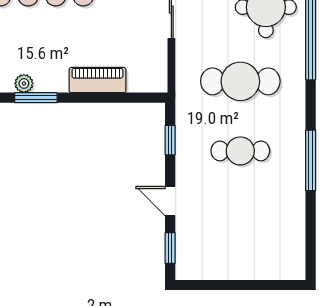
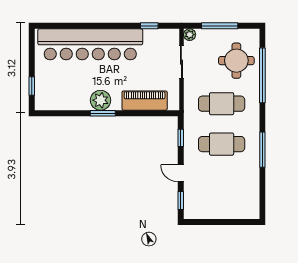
piano: (98, 80) -> (145, 101), width x1.37, depth x1.33
plant: (24, 83) -> (101, 100), width x1.87, depth x1.87
cafe table: (240, 151) -> (222, 144), width x1.37, depth x1.35

